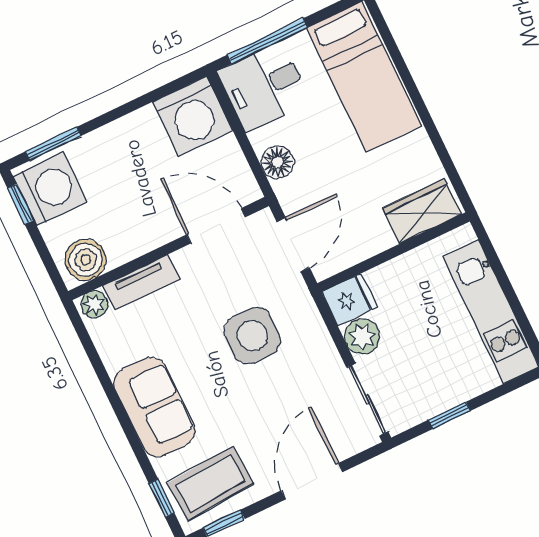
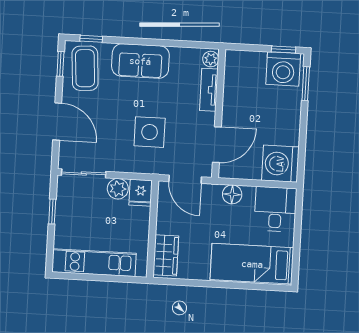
window: (267, 41) -> (298, 224), removed
boiler: (86, 260) -> (236, 67), removed

